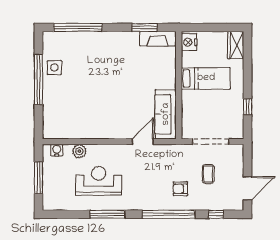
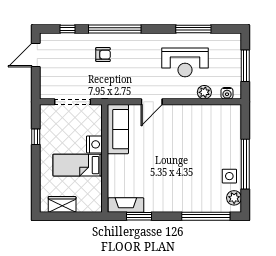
nightstand: (189, 42) -> (94, 144), moved
wardrobe: (236, 45) -> (62, 204), moved, turned -90
plant: (50, 46) -> (234, 198), added
door: (143, 142) -> (152, 102), moved
coffee table: (208, 174) -> (75, 69), removed
window: (107, 214) -> (193, 29), moved

